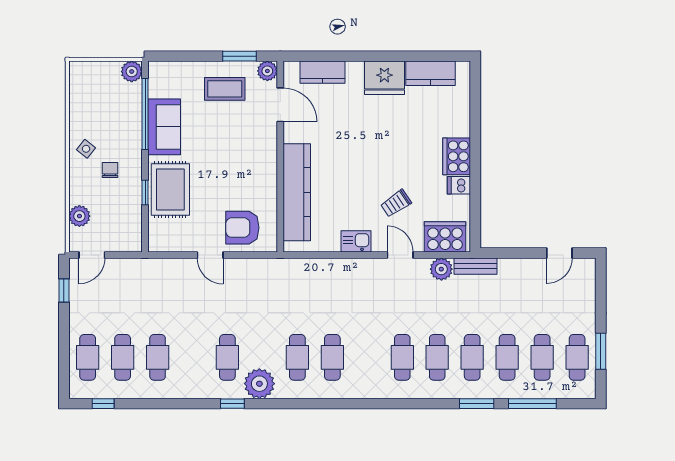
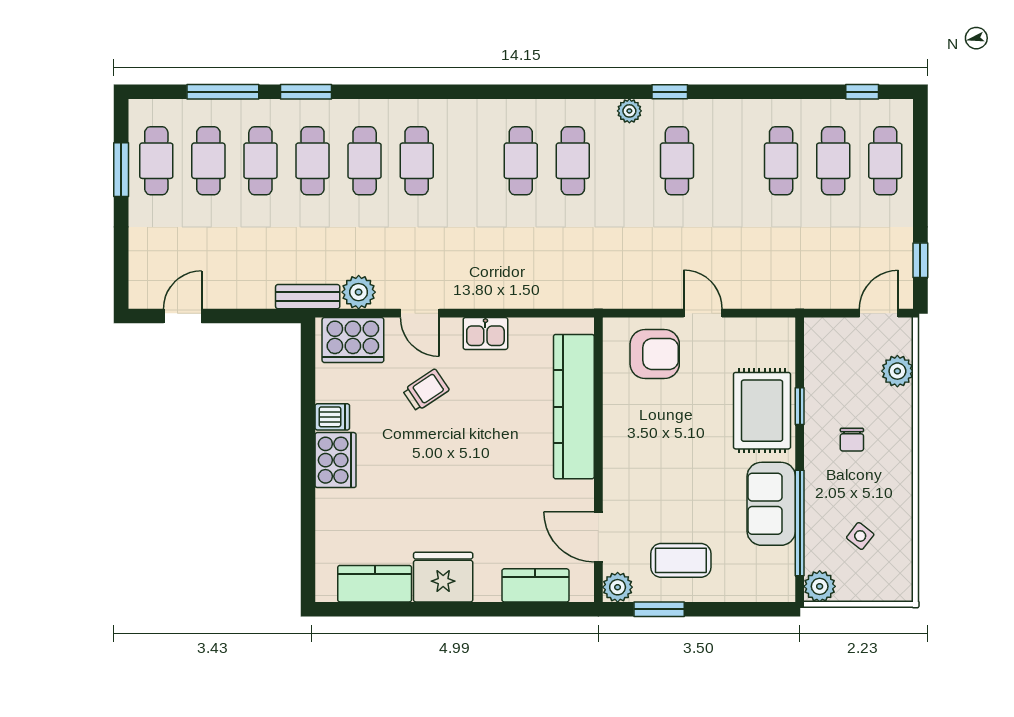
side table: (86, 149) -> (860, 536), moved
plant: (259, 384) -> (629, 111), width x0.53, depth x0.53

